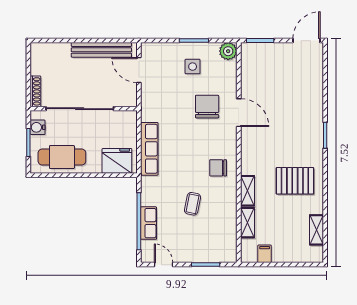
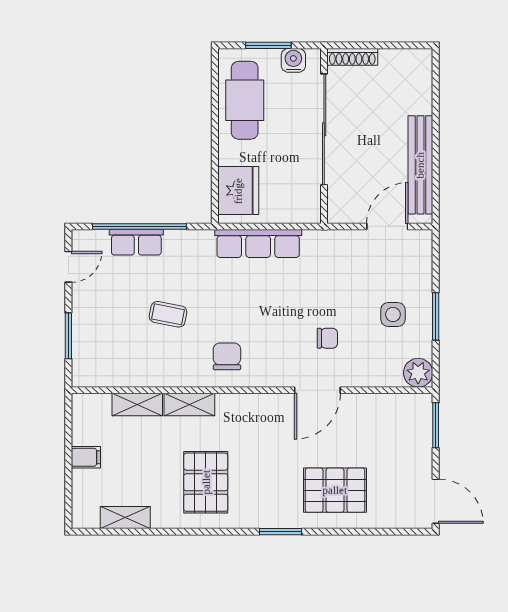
pallet: (300, 102) -> (335, 490), added
chair: (207, 107) -> (327, 338), width x0.54, depth x0.54
filing cabinet: (265, 254) -> (86, 457), moved

